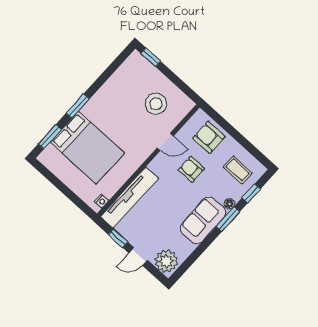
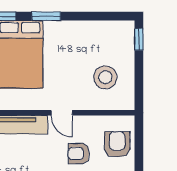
door: (165, 142) -> (62, 113), moved
armchair: (191, 169) -> (79, 154), turned -90

